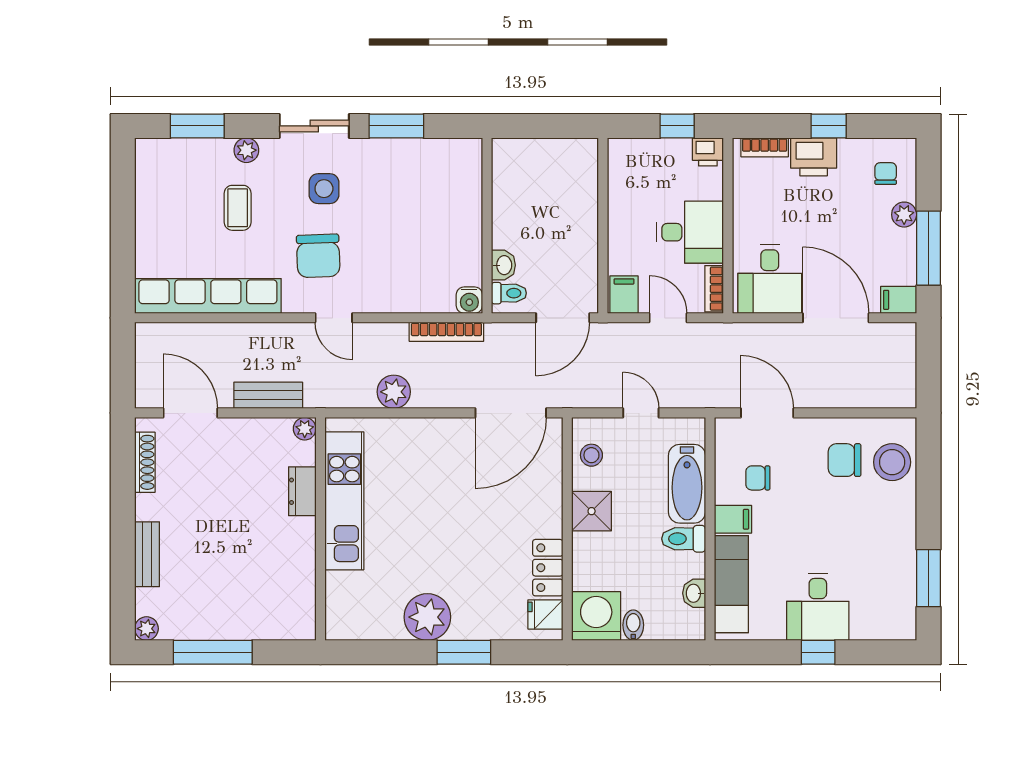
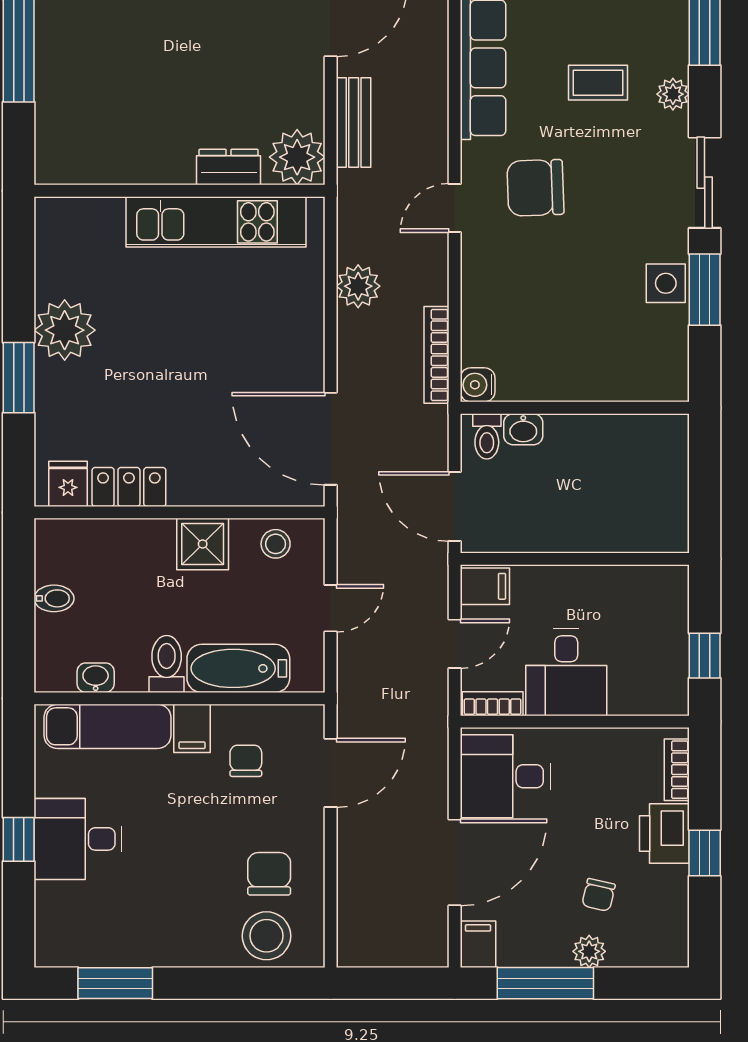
printer: (708, 152) -> (671, 696), removed
chair: (886, 174) -> (599, 895), moved, turned 103
side table: (324, 189) -> (666, 283), moved
plant: (305, 429) -> (297, 157), width x1.87, depth x1.87
washing machine: (596, 616) -> (66, 550), removed

